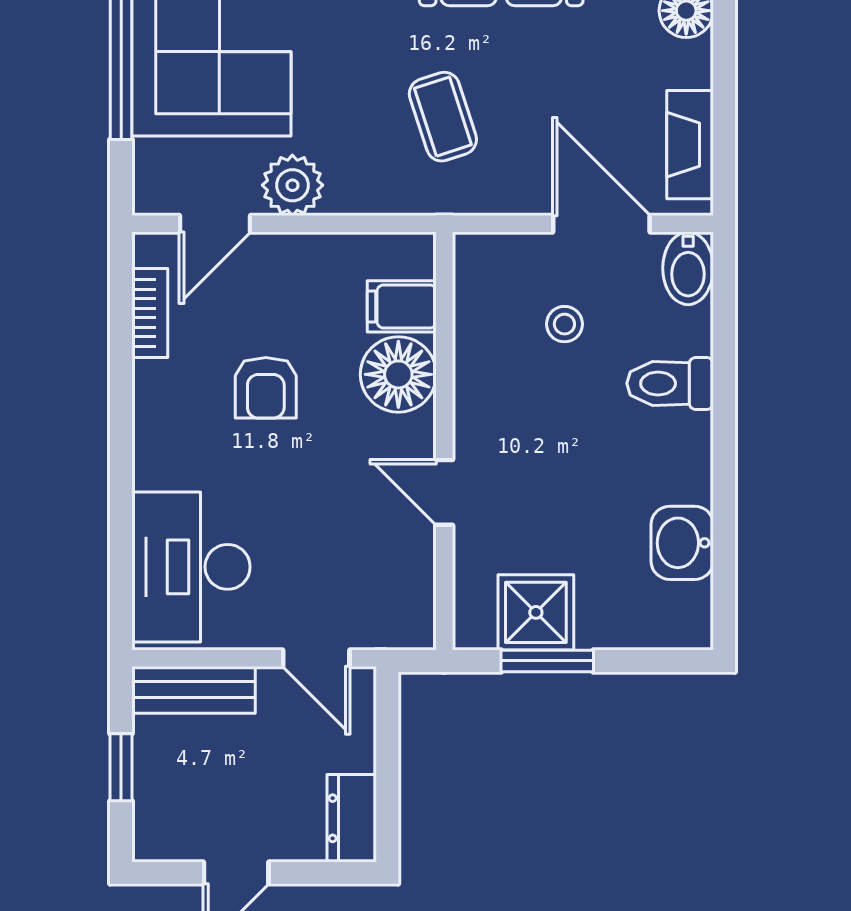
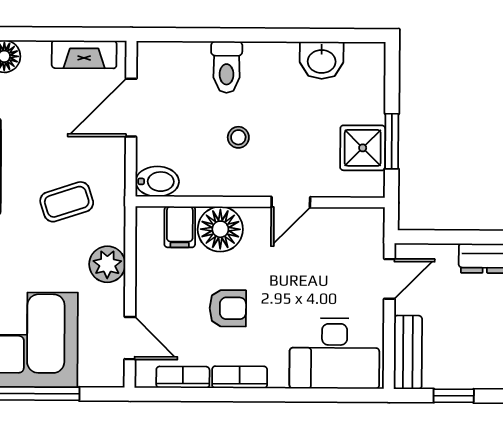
plant: (292, 185) -> (107, 264), moved
bidet: (688, 268) -> (157, 182), moved
stool: (564, 324) -> (238, 137), moved
bookcase: (150, 408) -> (240, 377), added

